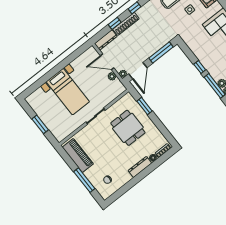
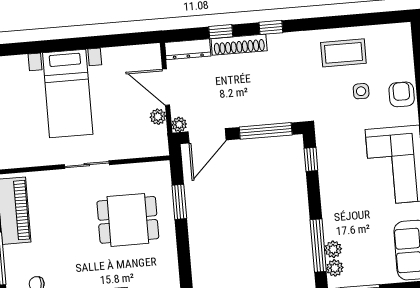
window: (200, 67) -> (311, 159), moved
dining table: (128, 128) -> (128, 220), turned 90

